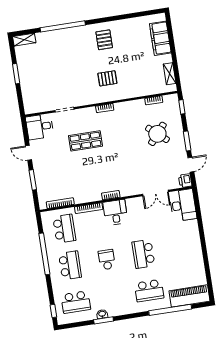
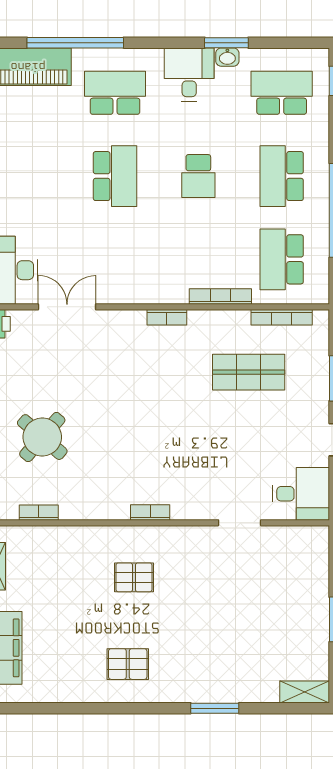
window: (63, 26) -> (215, 708), width x0.47
pallet: (104, 40) -> (128, 664), turned 90
shop shelf: (85, 141) -> (249, 372), moved
desk: (115, 212) -> (189, 74), moved, turned 180

